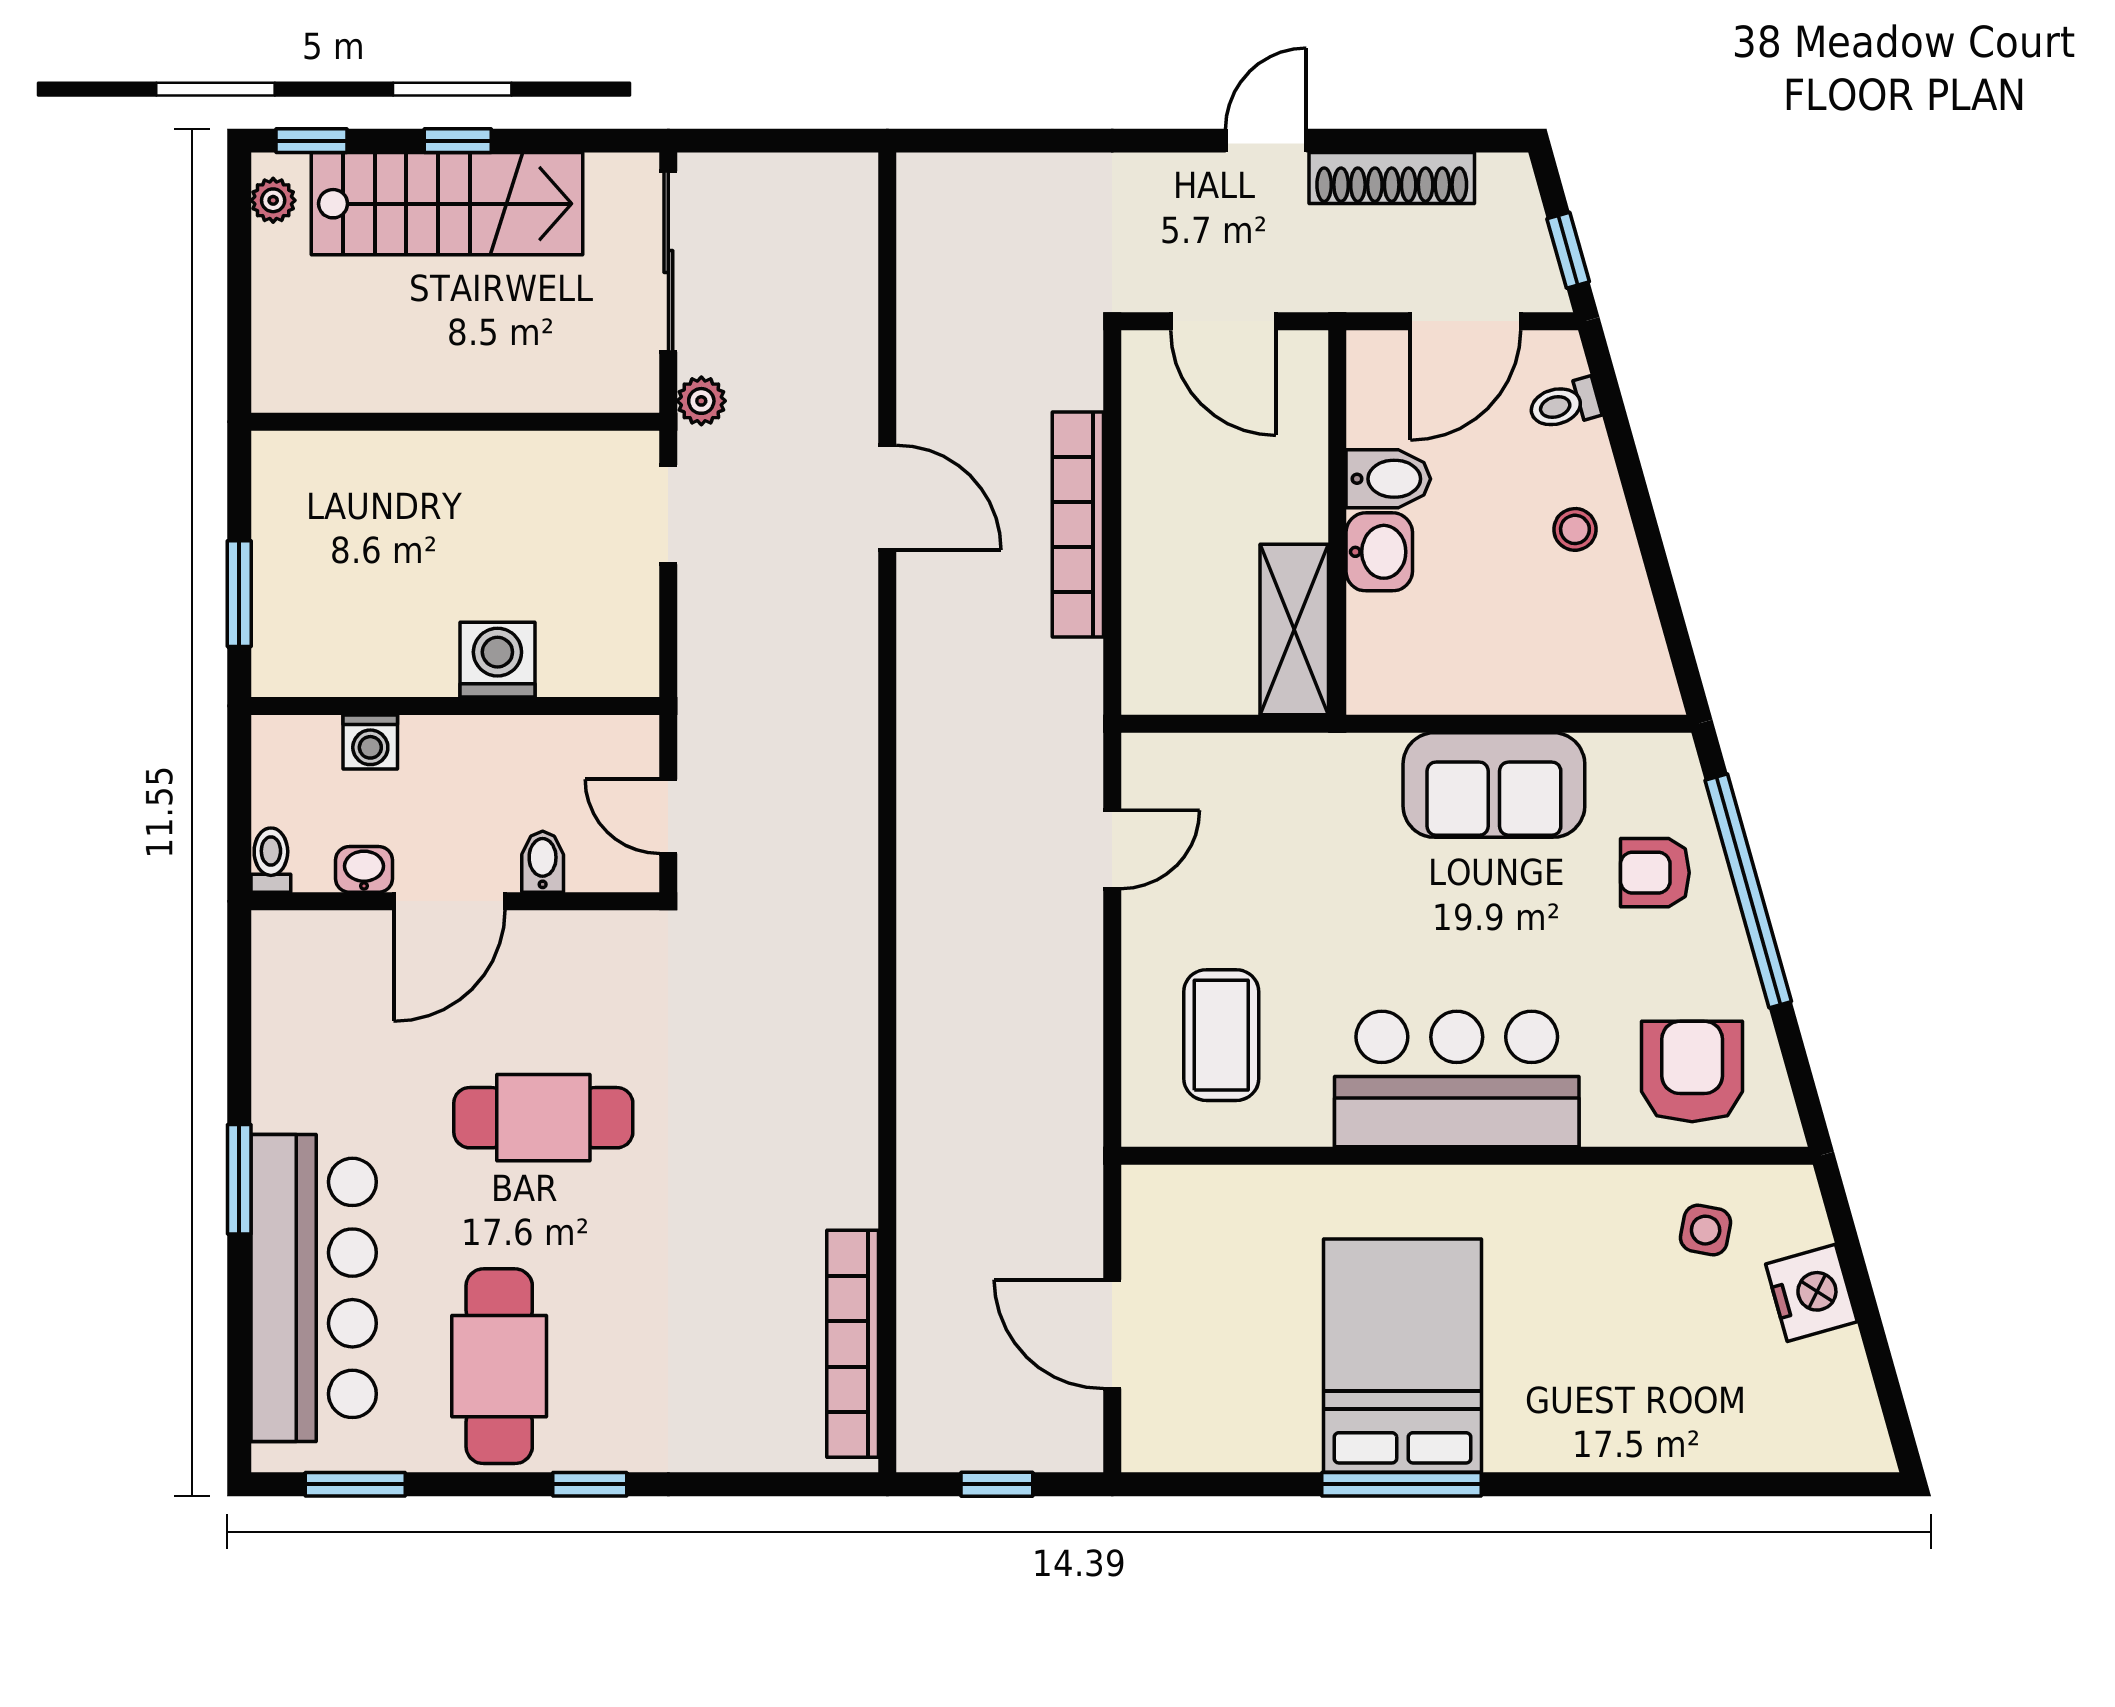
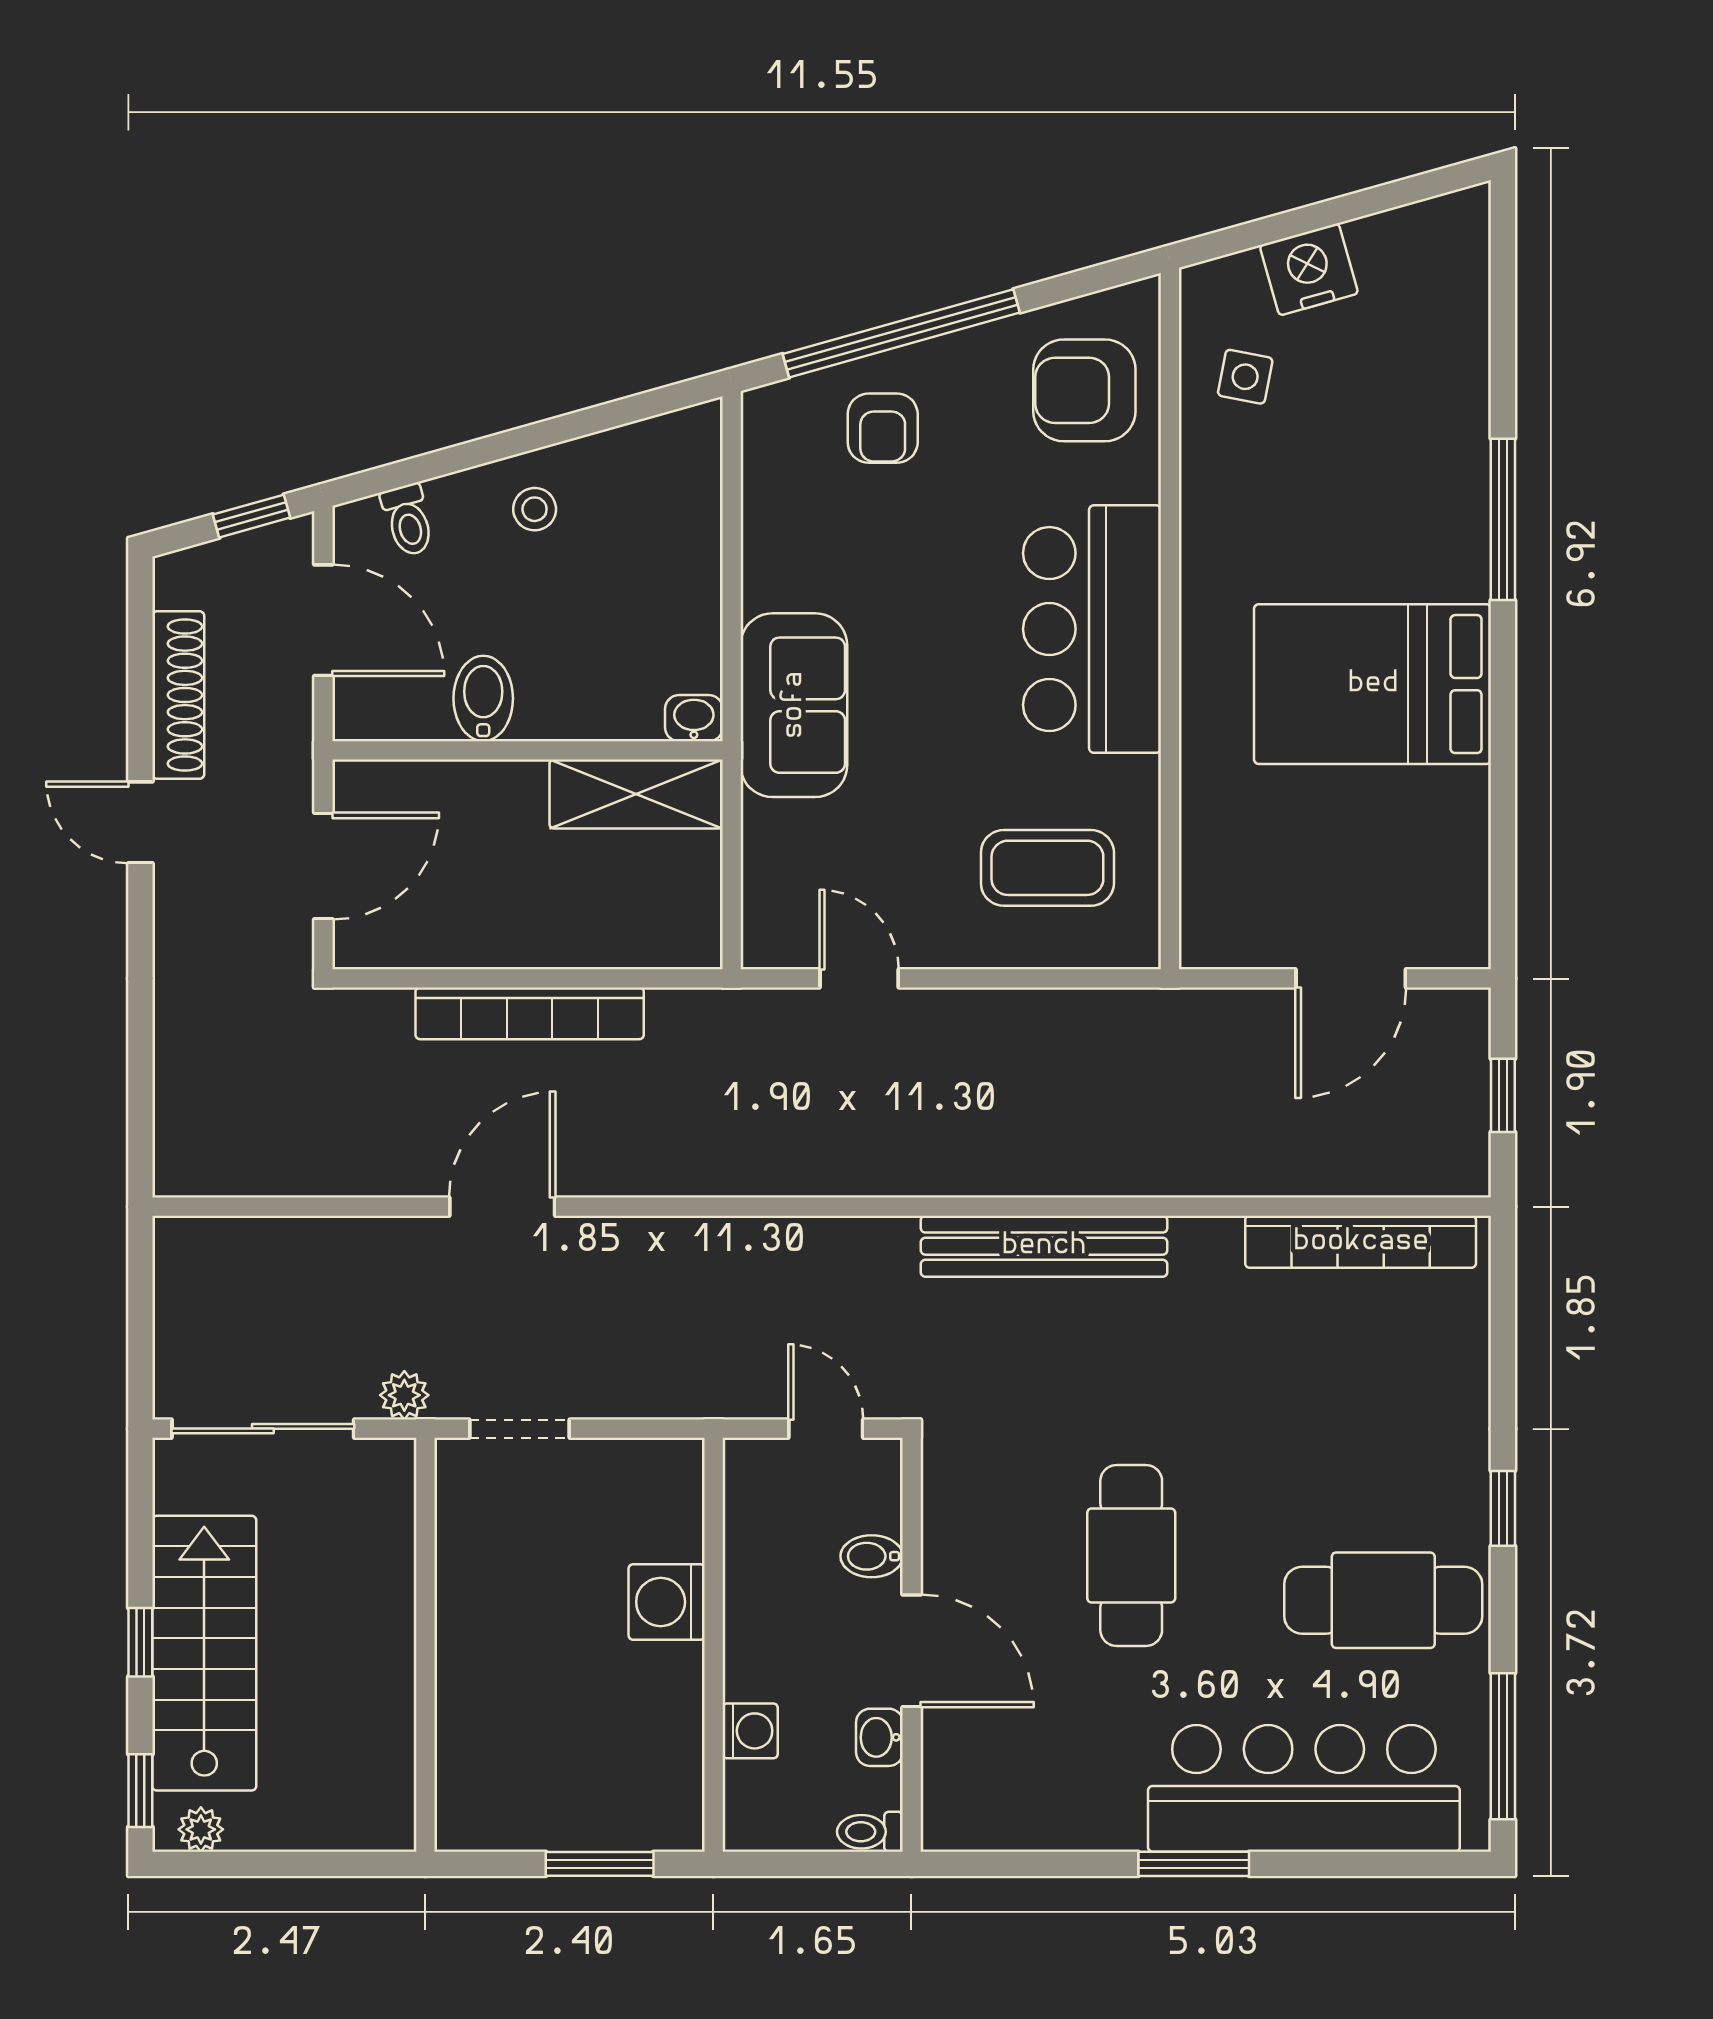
washbasin: (1379, 552) -> (694, 718), moved, width x0.72, depth x0.69
sofa: (1494, 785) -> (794, 705), moved
door: (668, 817) -> (826, 1429), swing flipped
bench: (848, 1032) -> (1044, 1246), added
window: (355, 1484) -> (1503, 1746), width x1.44
window: (1401, 1484) -> (1503, 519), moved

